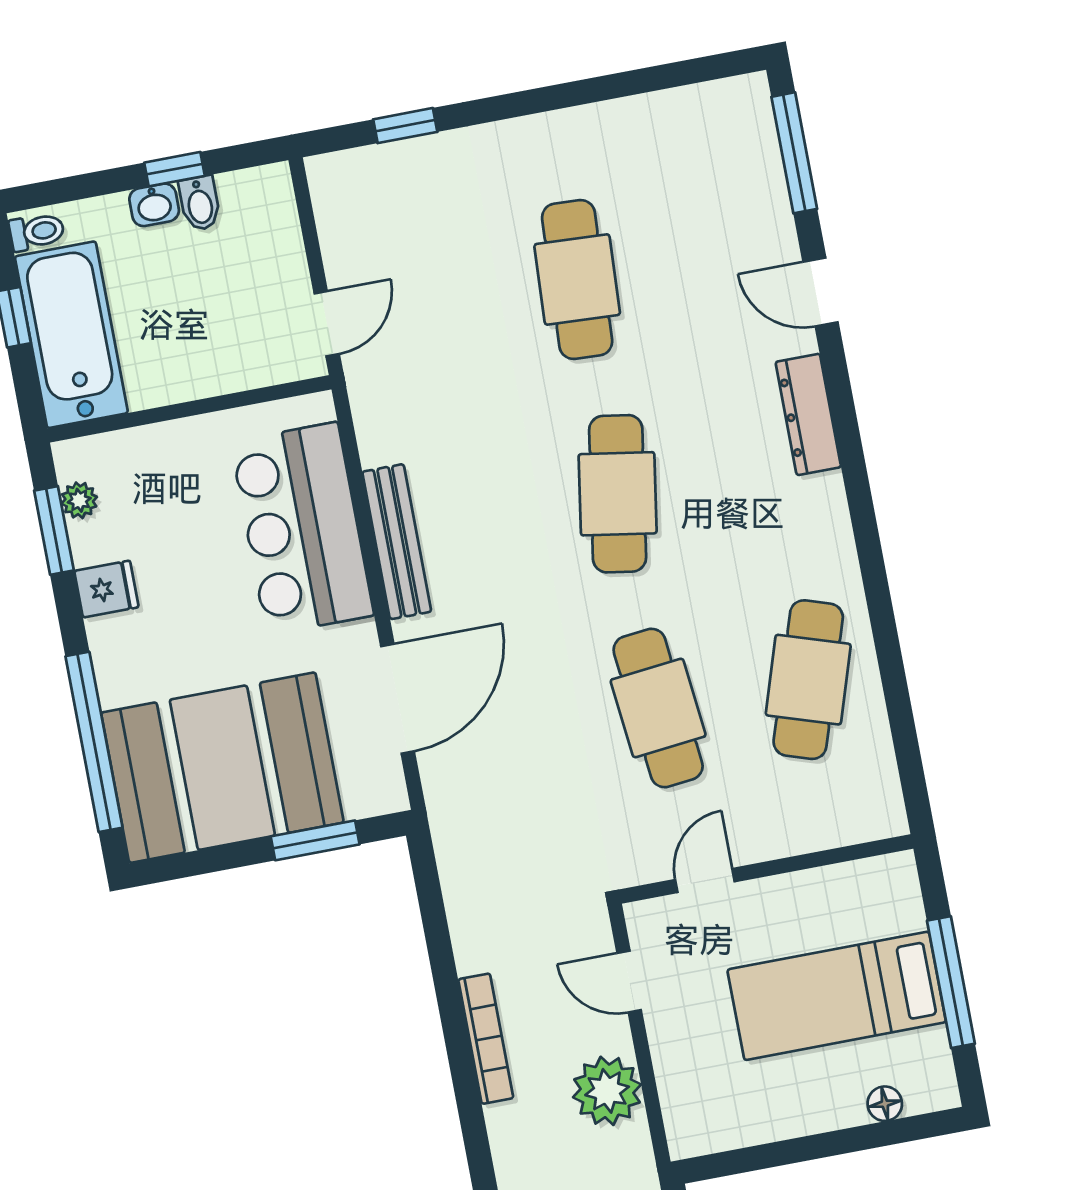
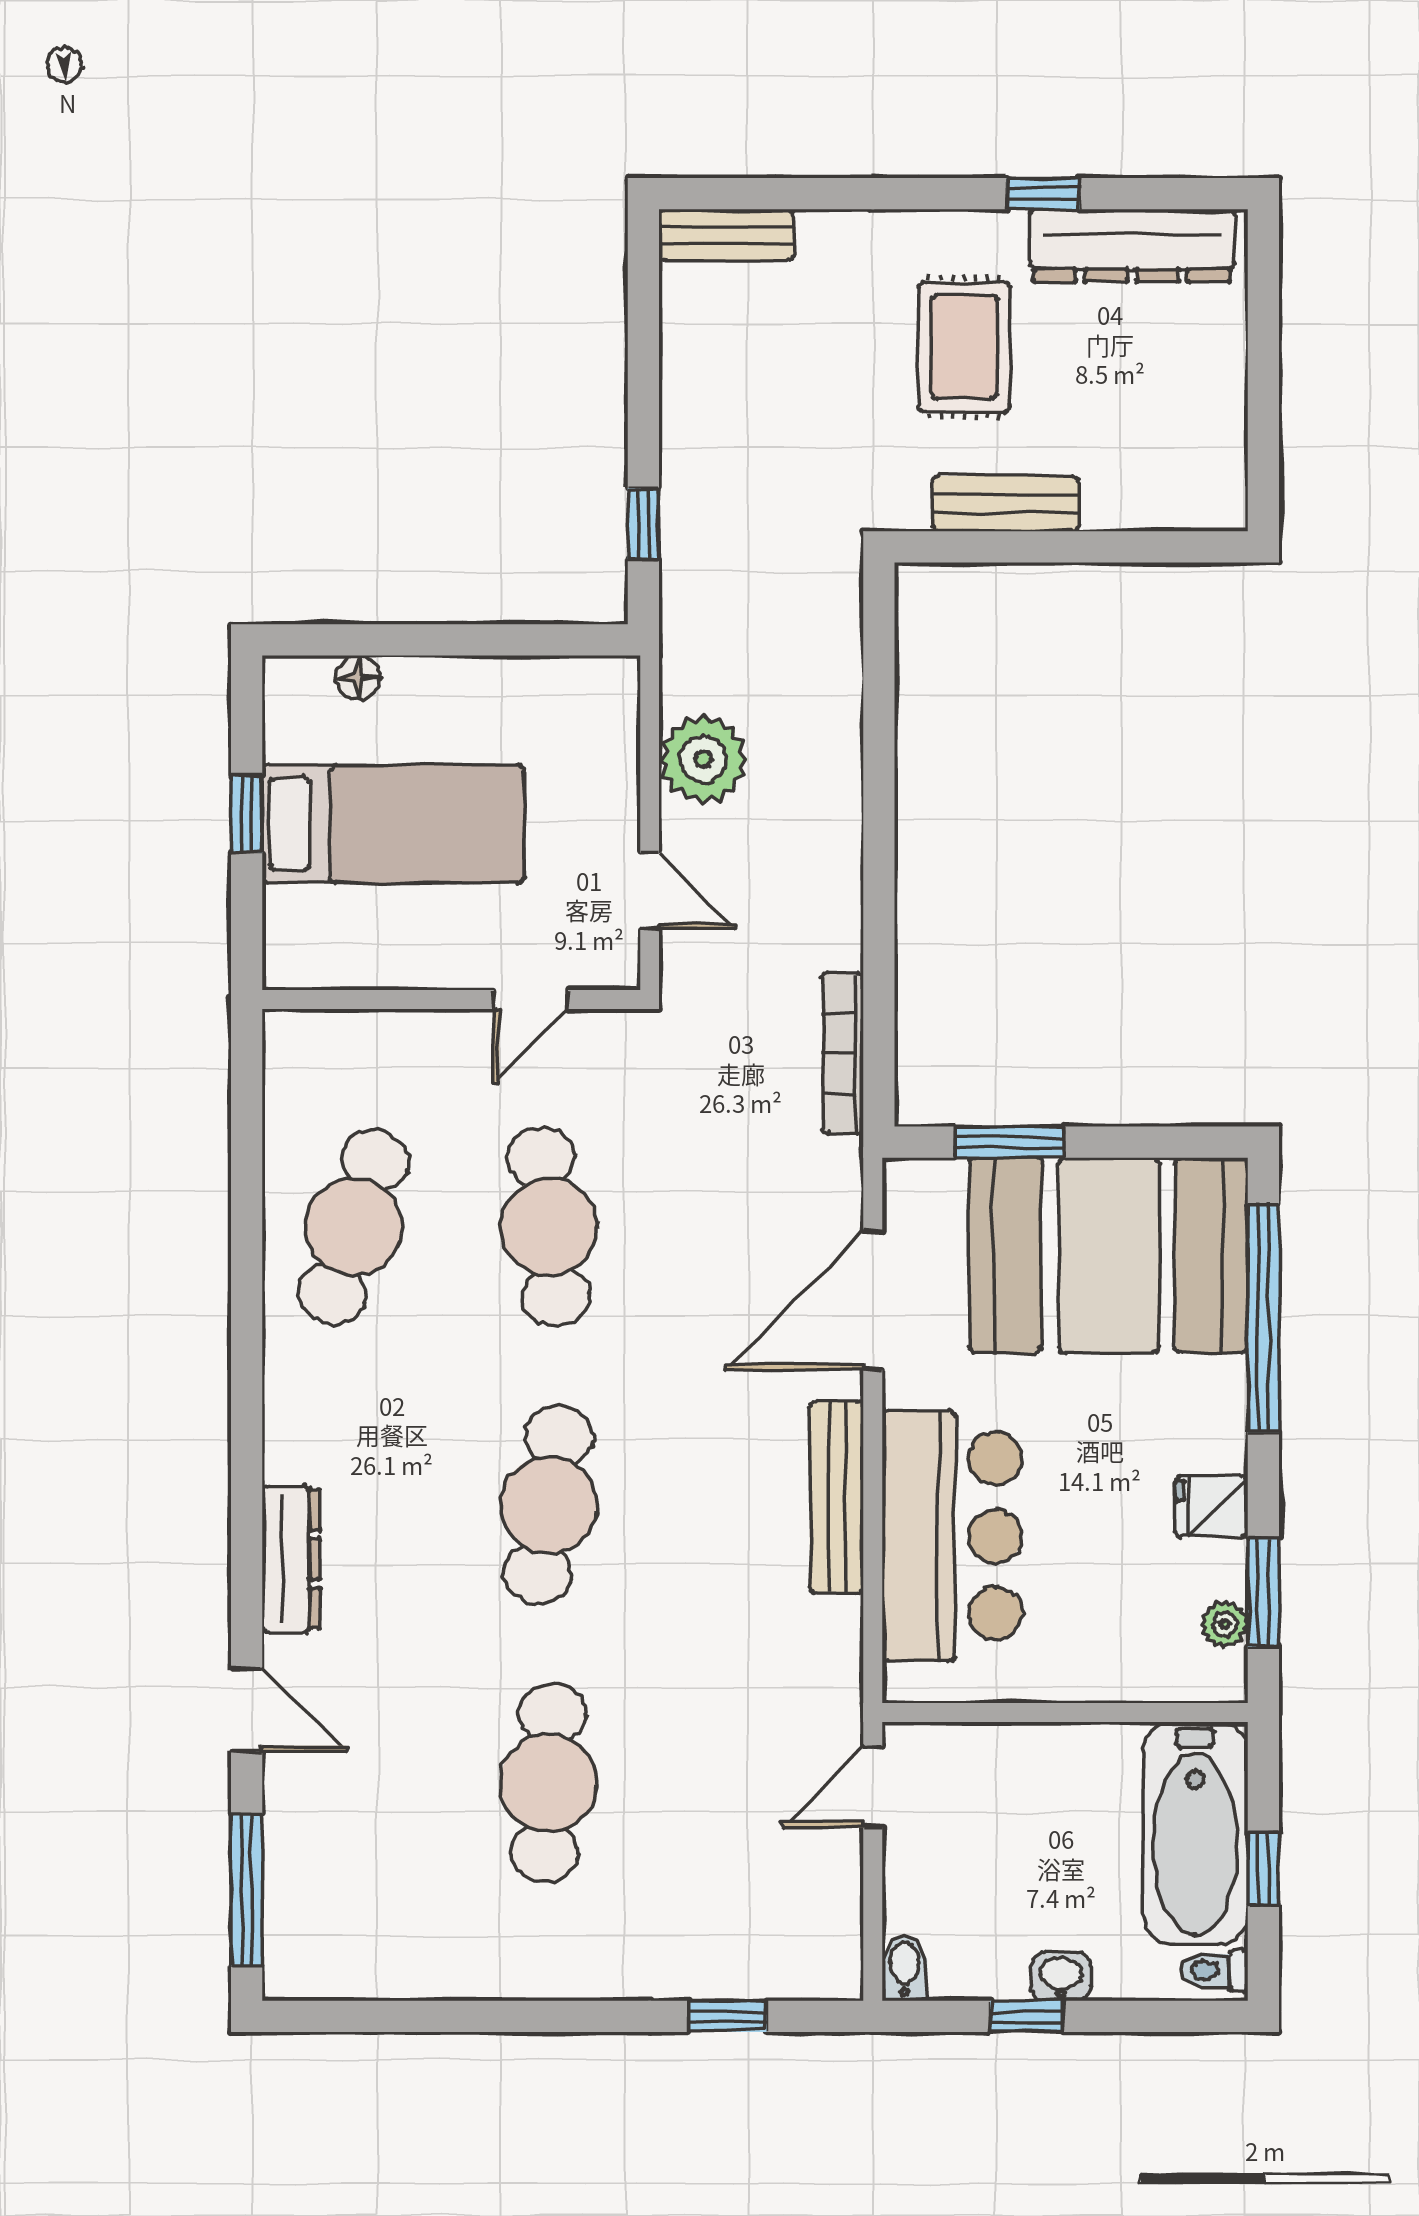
bidet: (200, 203) -> (905, 1968), moved
window: (951, 982) -> (247, 814), width x0.46
bookcase: (486, 1039) -> (843, 1053), moved

